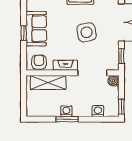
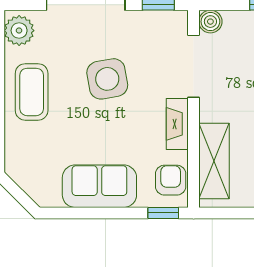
window: (24, 33) -> (163, 213), moved
armchair: (39, 62) -> (171, 180), turned 90

